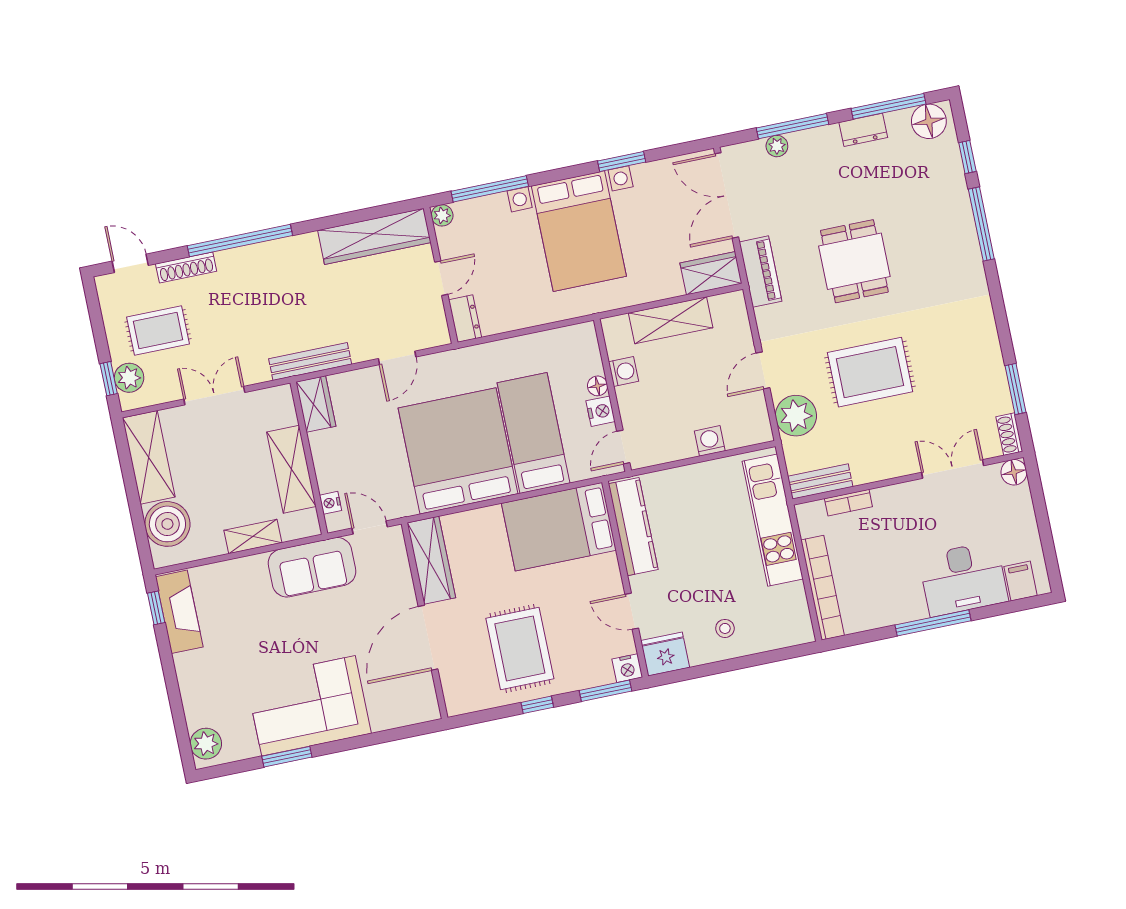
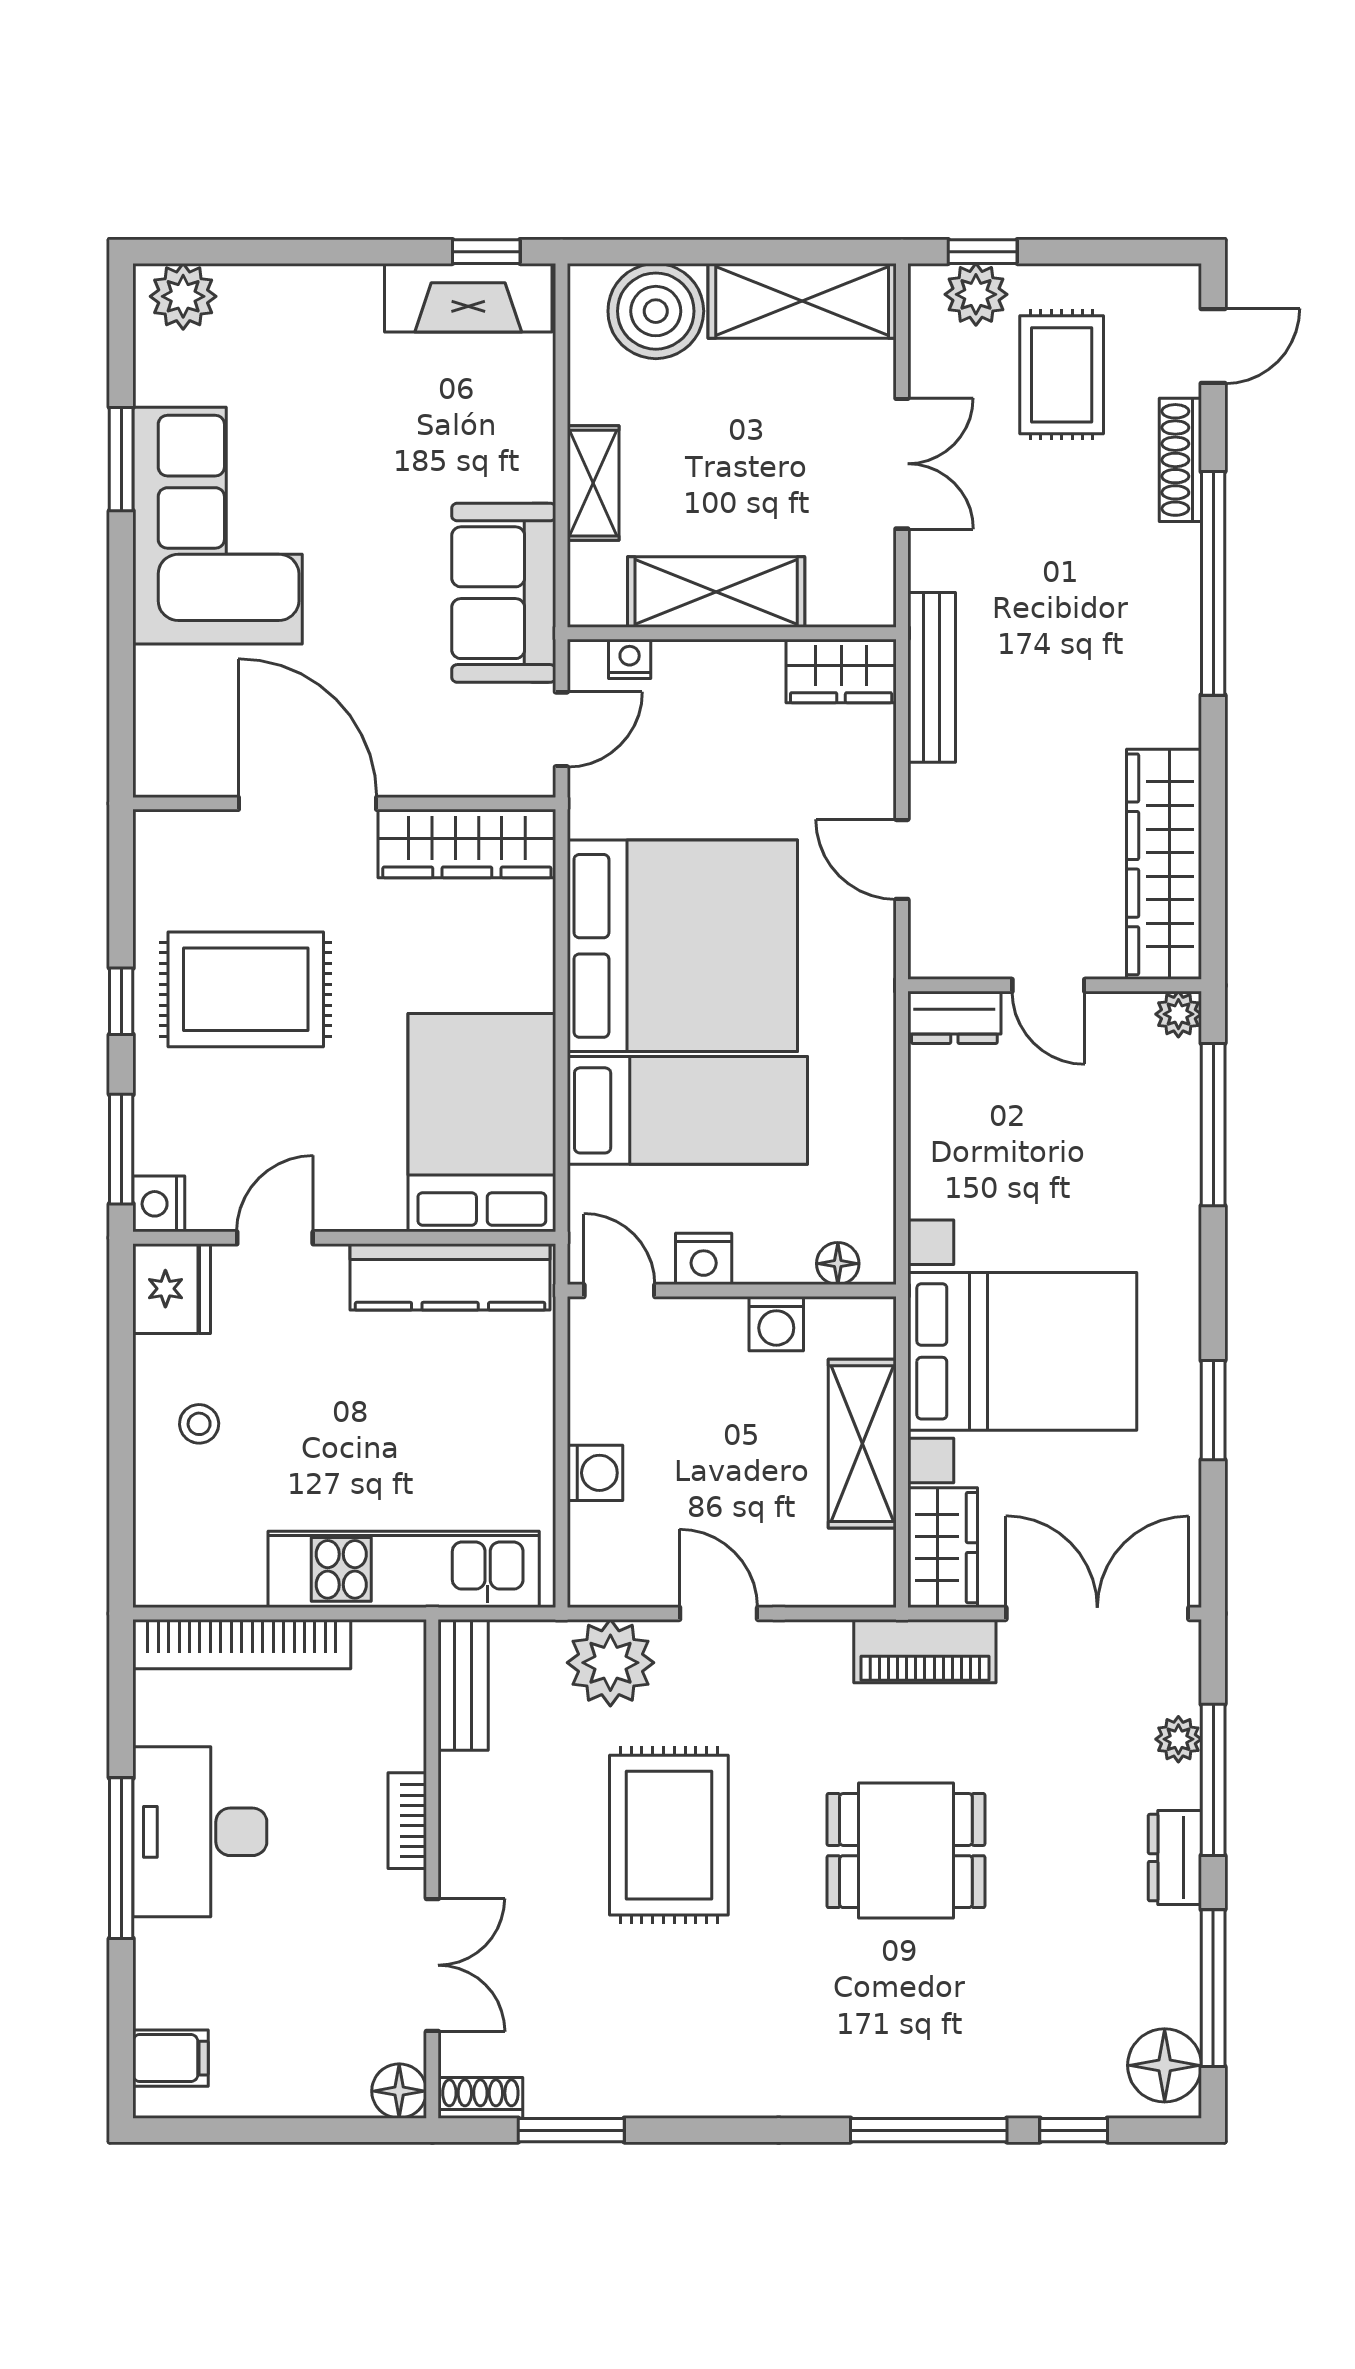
dresser: (863, 130) -> (1175, 1858), moved
bed with nightstands: (579, 231) -> (1022, 1351), moved, turned 180
floor lamp: (598, 386) -> (838, 1264), moved
bookcase: (848, 503) -> (407, 1821), moved
desk: (963, 579) -> (200, 1832), moved

